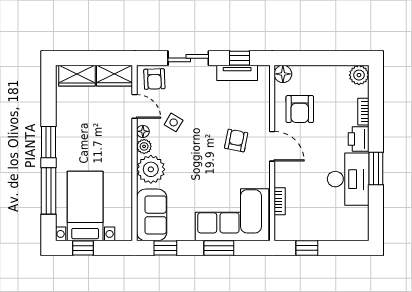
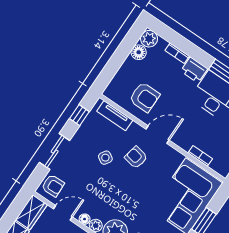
tv unit: (237, 73) -> (115, 116), moved, turned 90
floor lamp: (283, 74) -> (139, 52), moved
side table: (174, 122) -> (105, 158), moved

